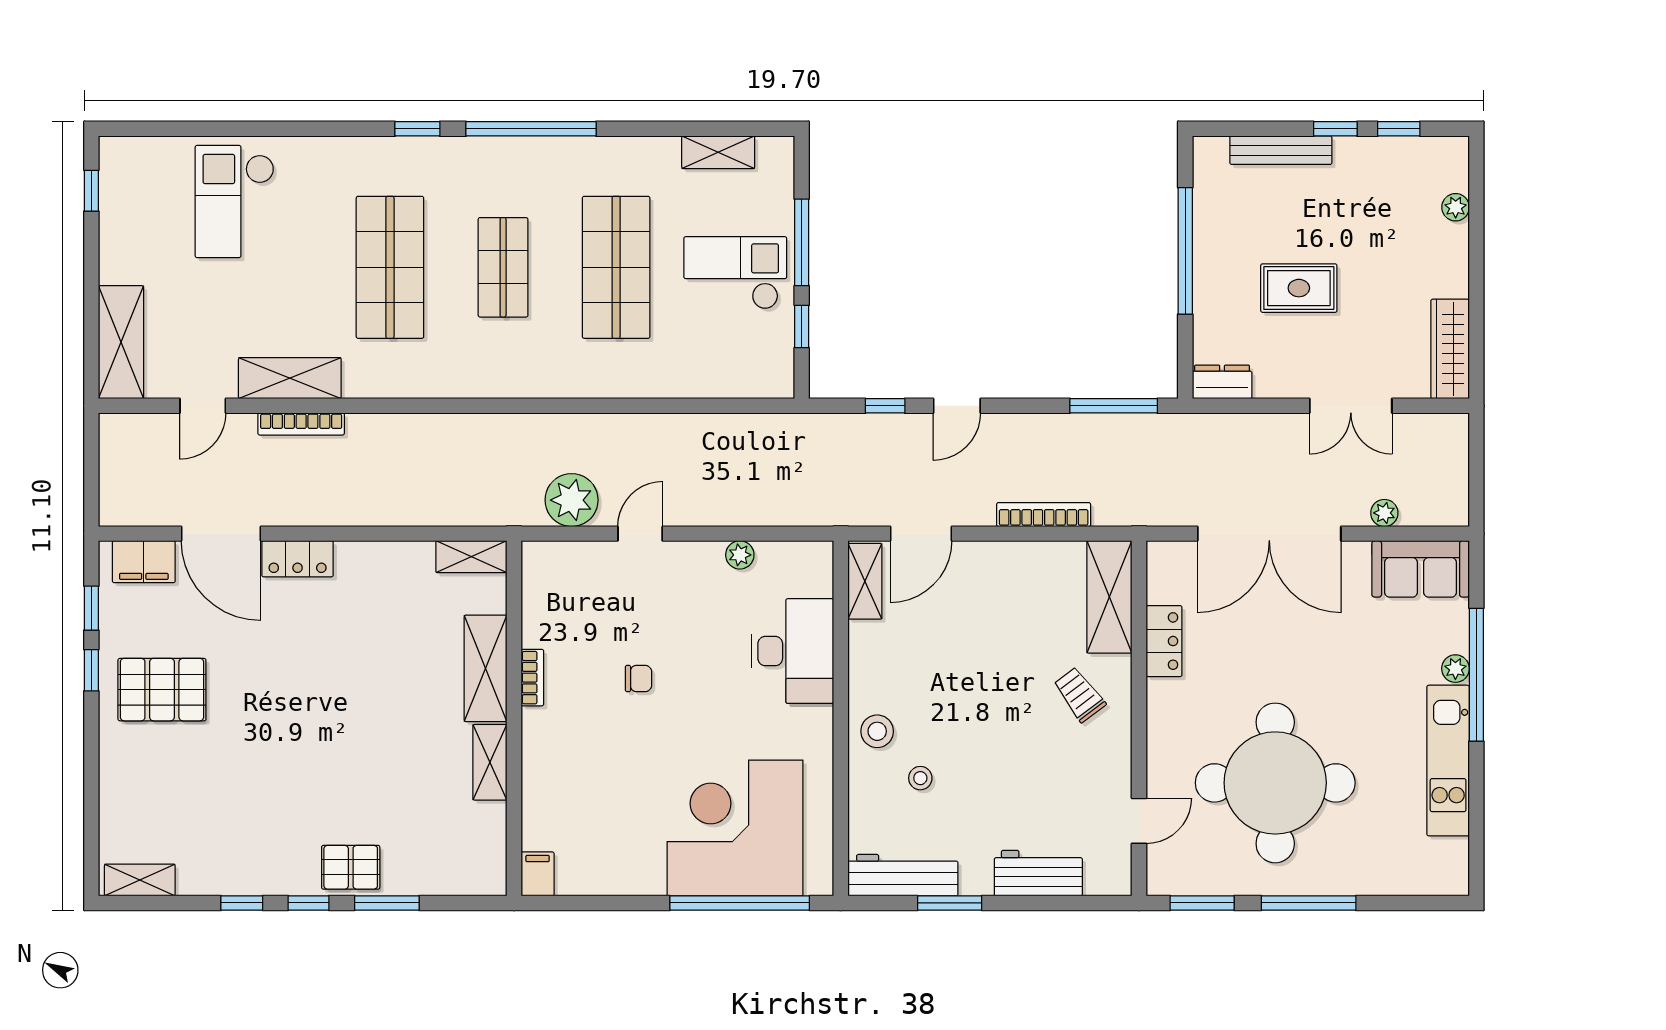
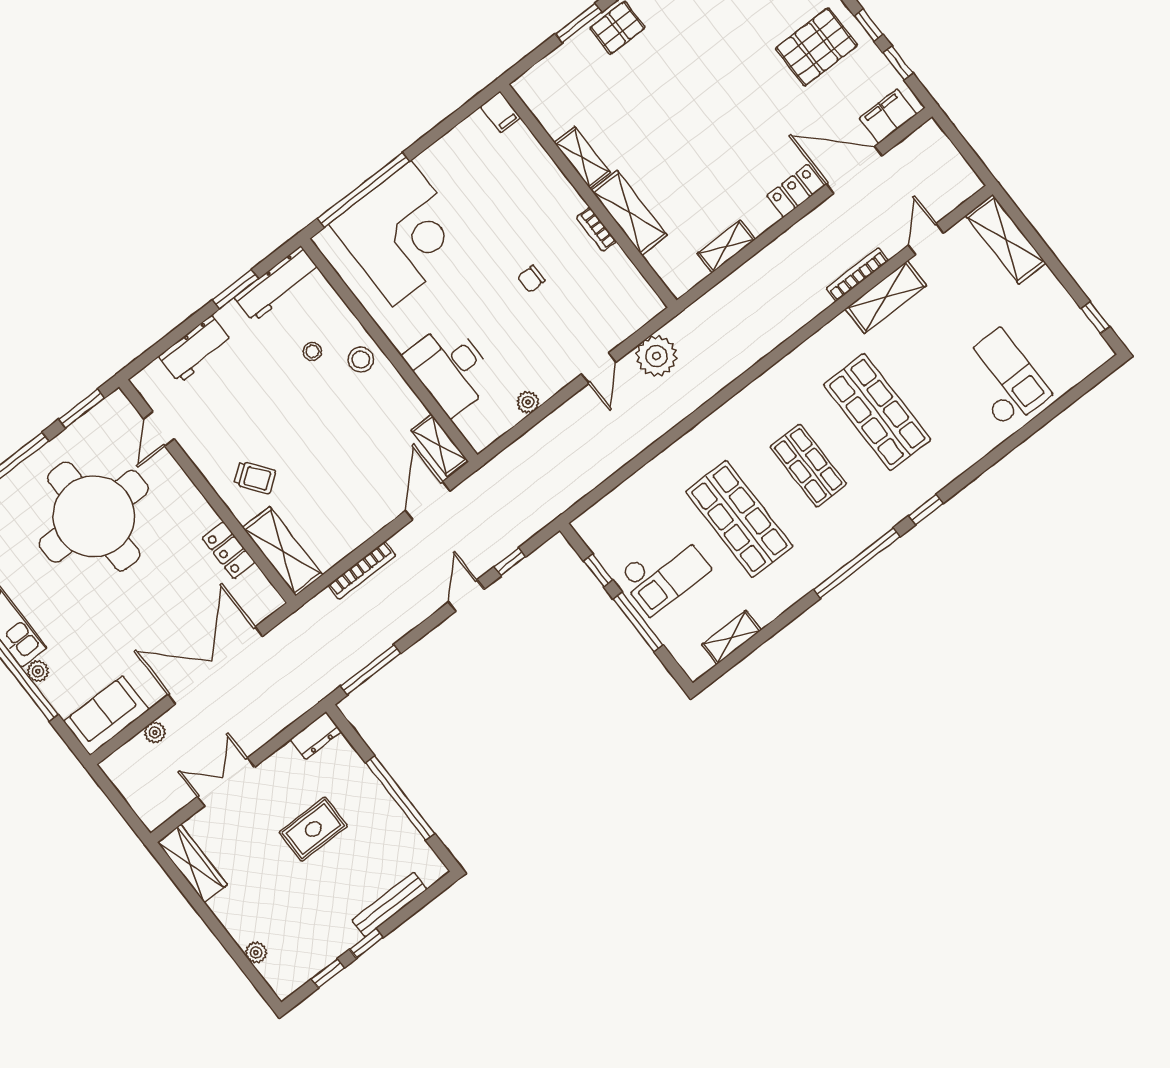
shelving: (471, 557) -> (726, 247), moved

